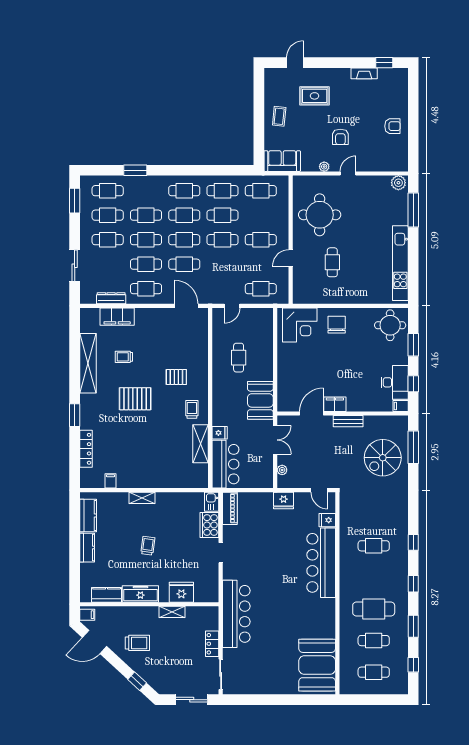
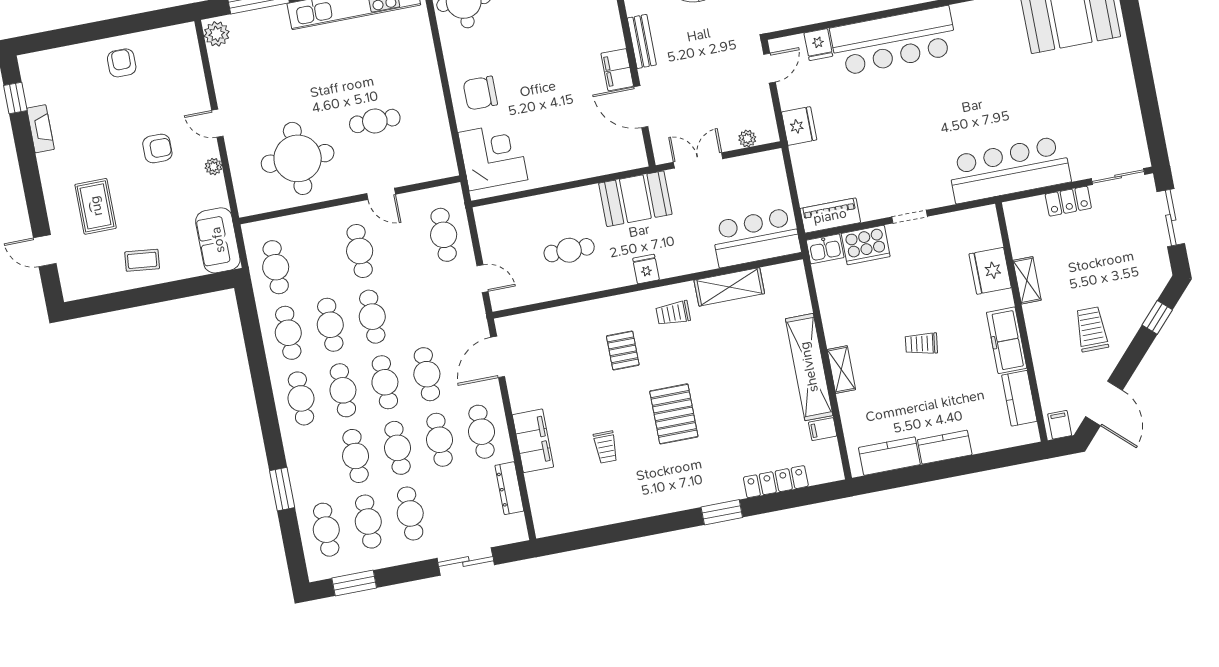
filing cabinet: (117, 317) -> (533, 441), moved
shelving: (88, 363) -> (809, 367), moved, turned 90
fridge: (220, 433) -> (646, 269), moved

